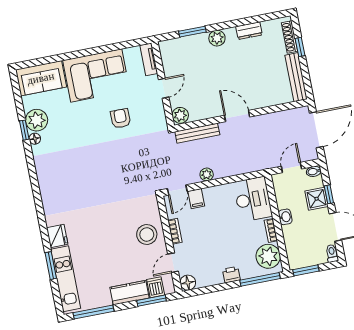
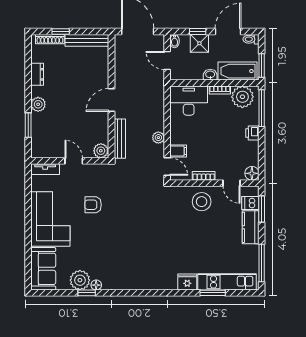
bathtub: (295, 246) -> (237, 71), added

